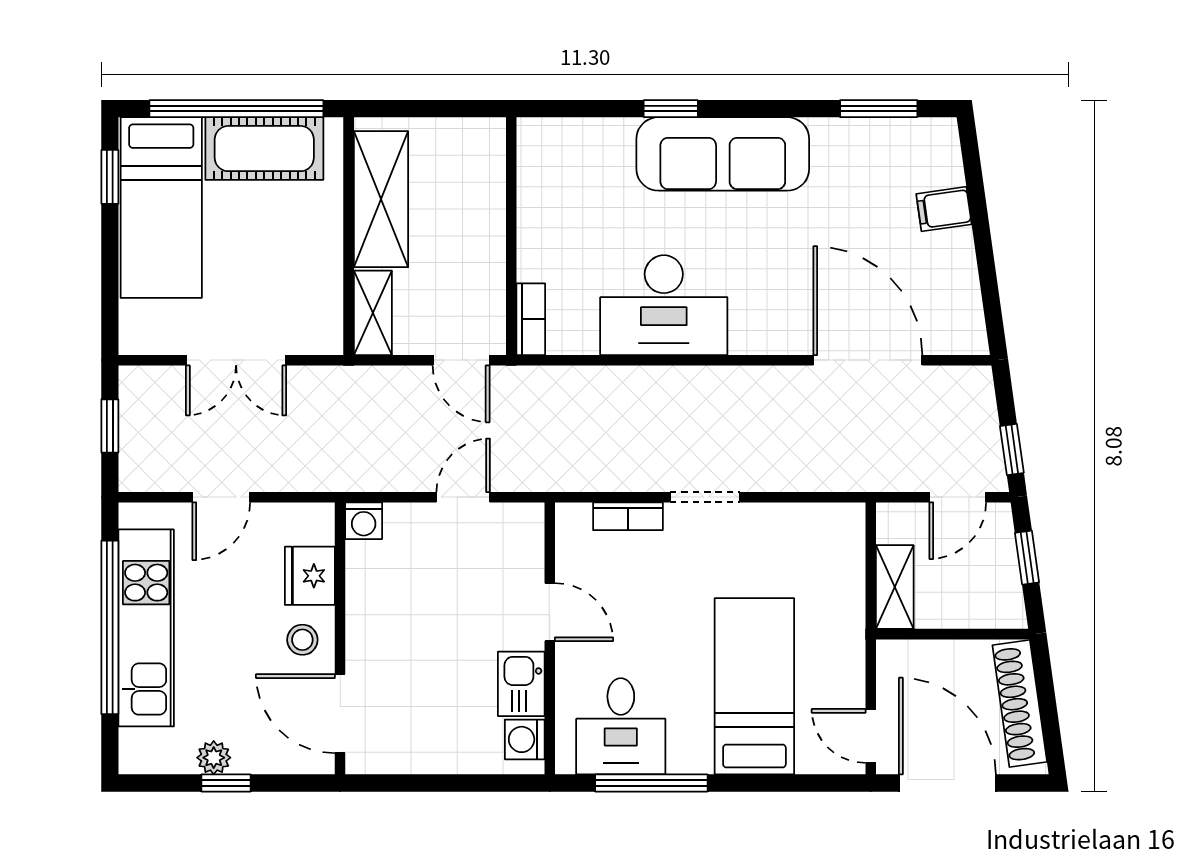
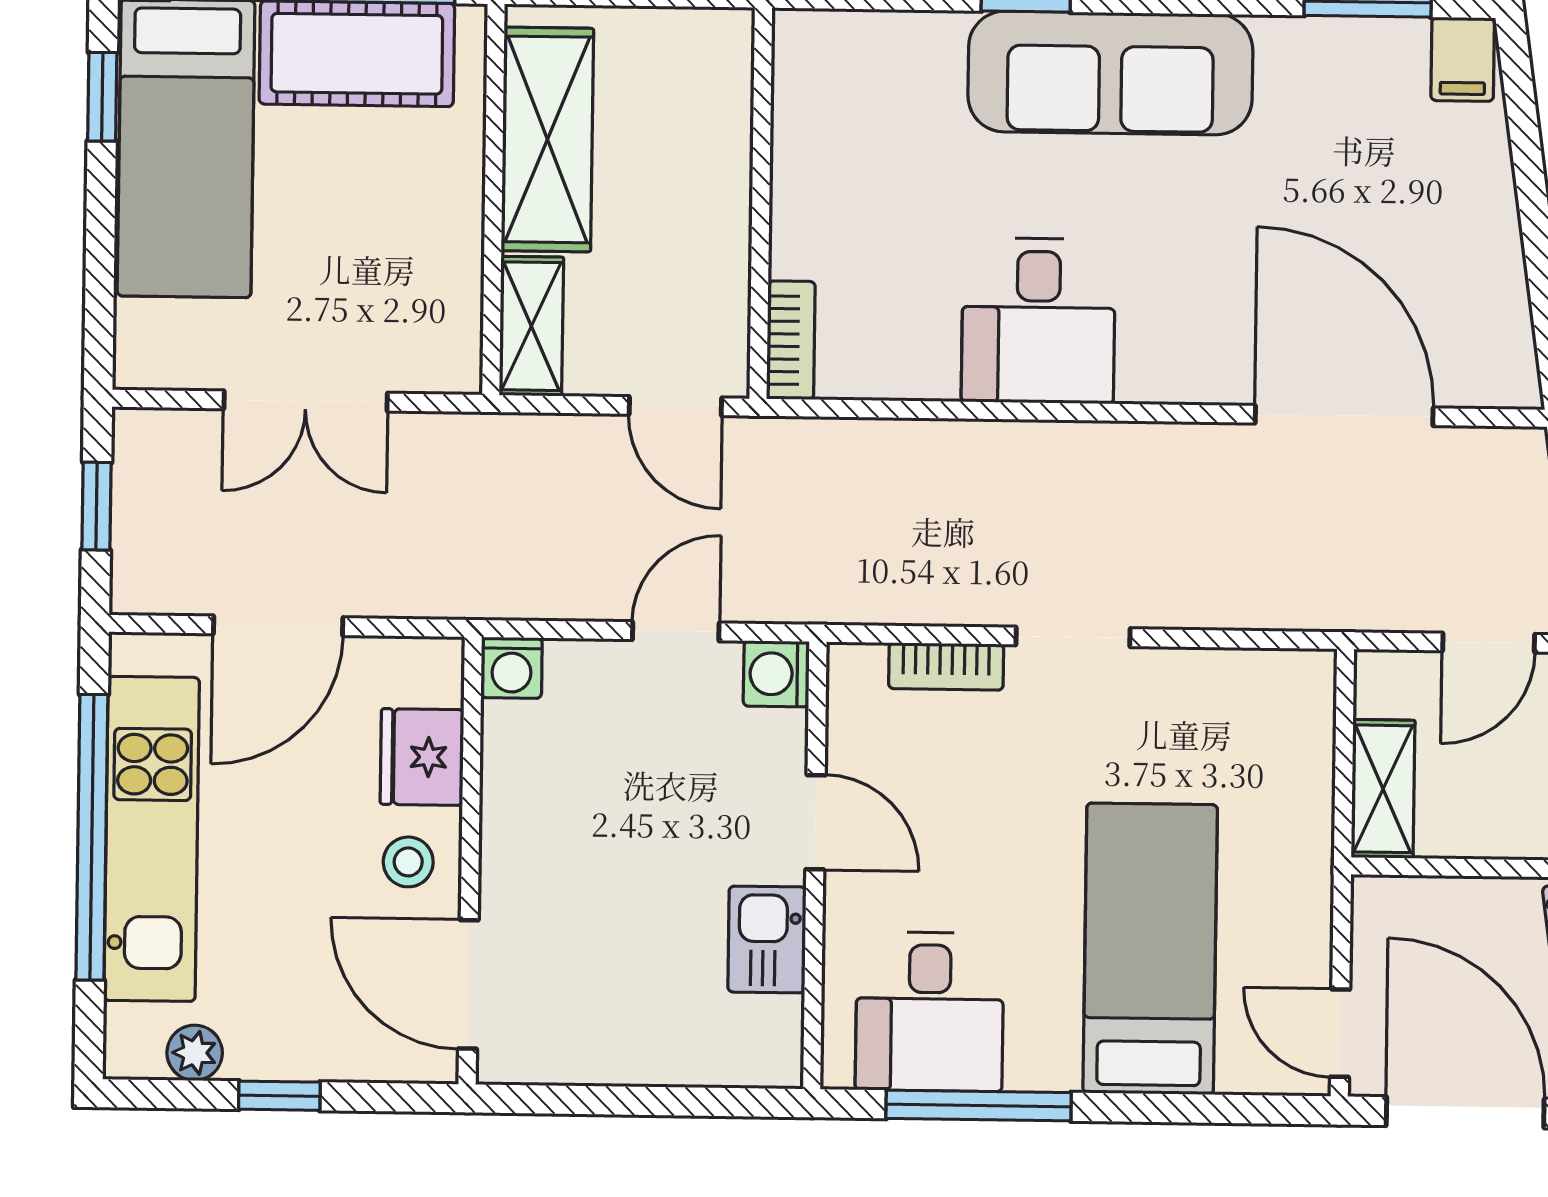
filing cabinet: (944, 209) -> (1463, 59), moved, turned -82
desk: (664, 305) -> (1038, 321), width x0.73
door: (221, 497) -> (278, 626), width x1.38
washing machine: (525, 739) -> (776, 674), moved
plant: (214, 758) -> (195, 1053), moved

